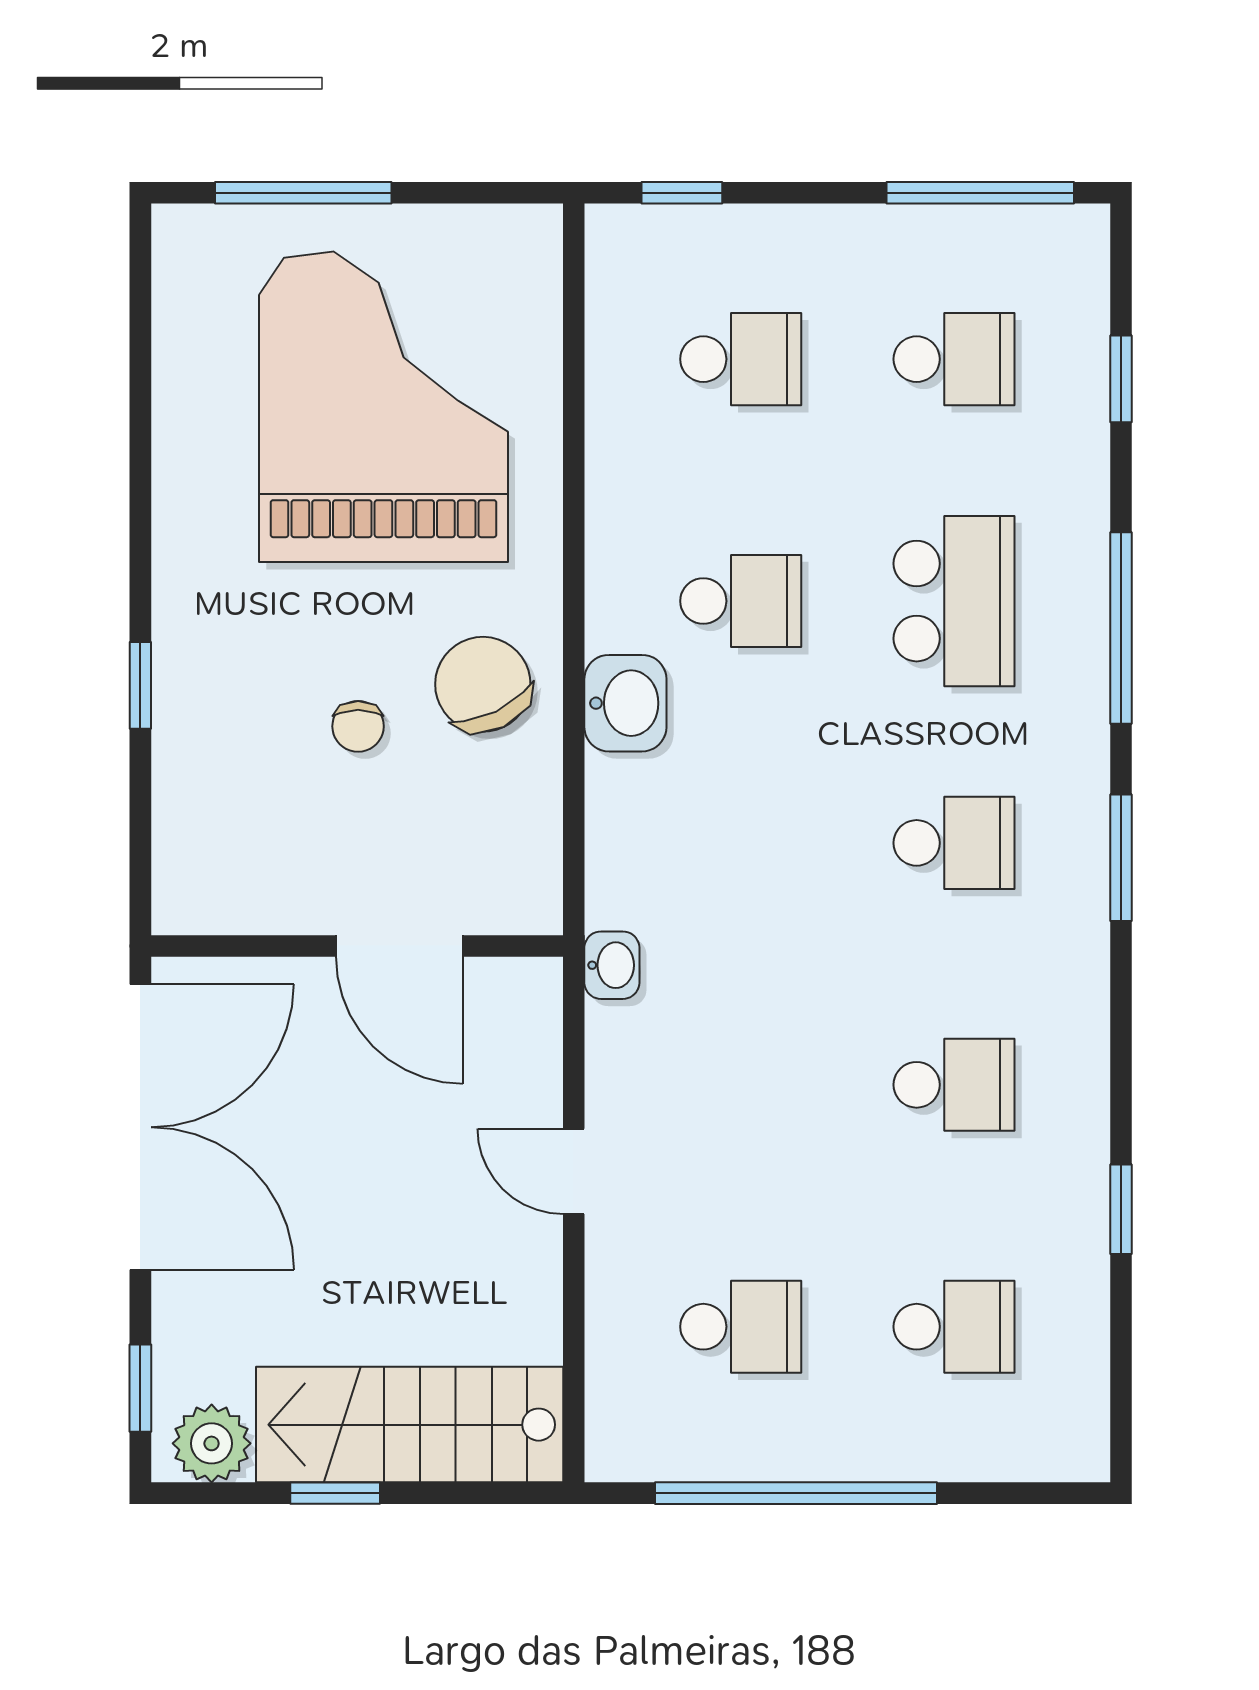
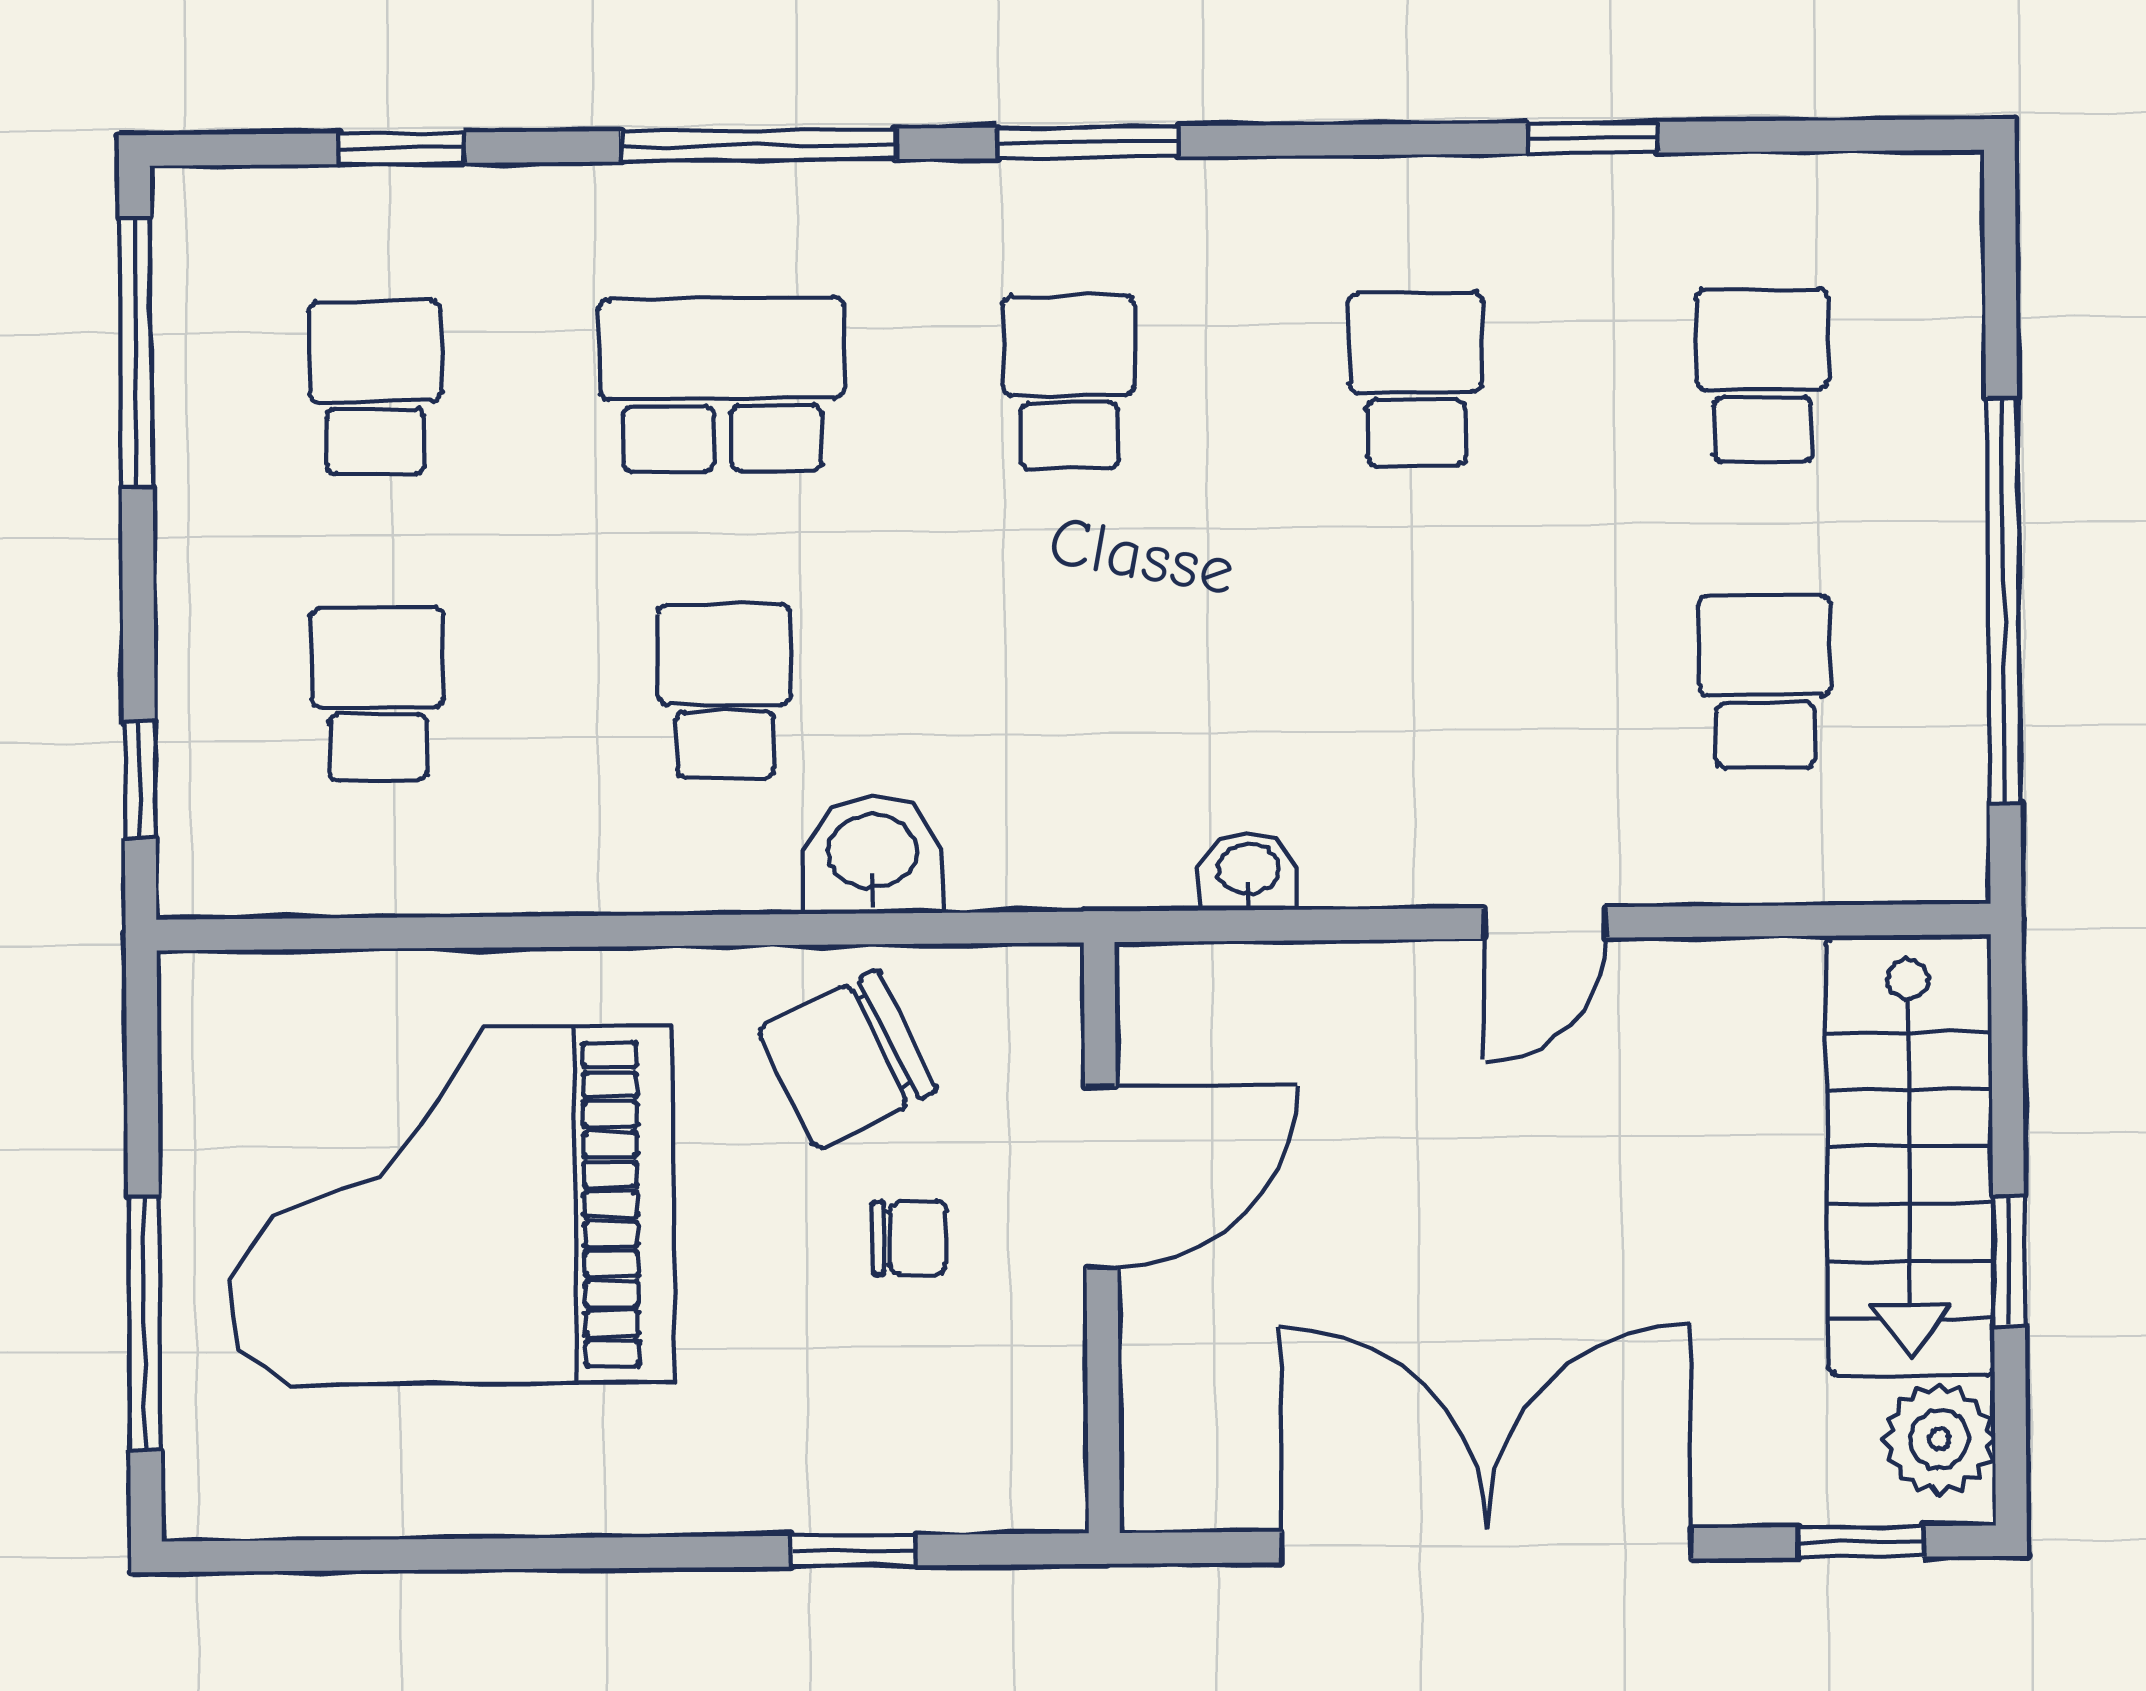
wall: (357, 946) -> (1102, 1238), moved
door: (399, 946) -> (1101, 1177), moved

